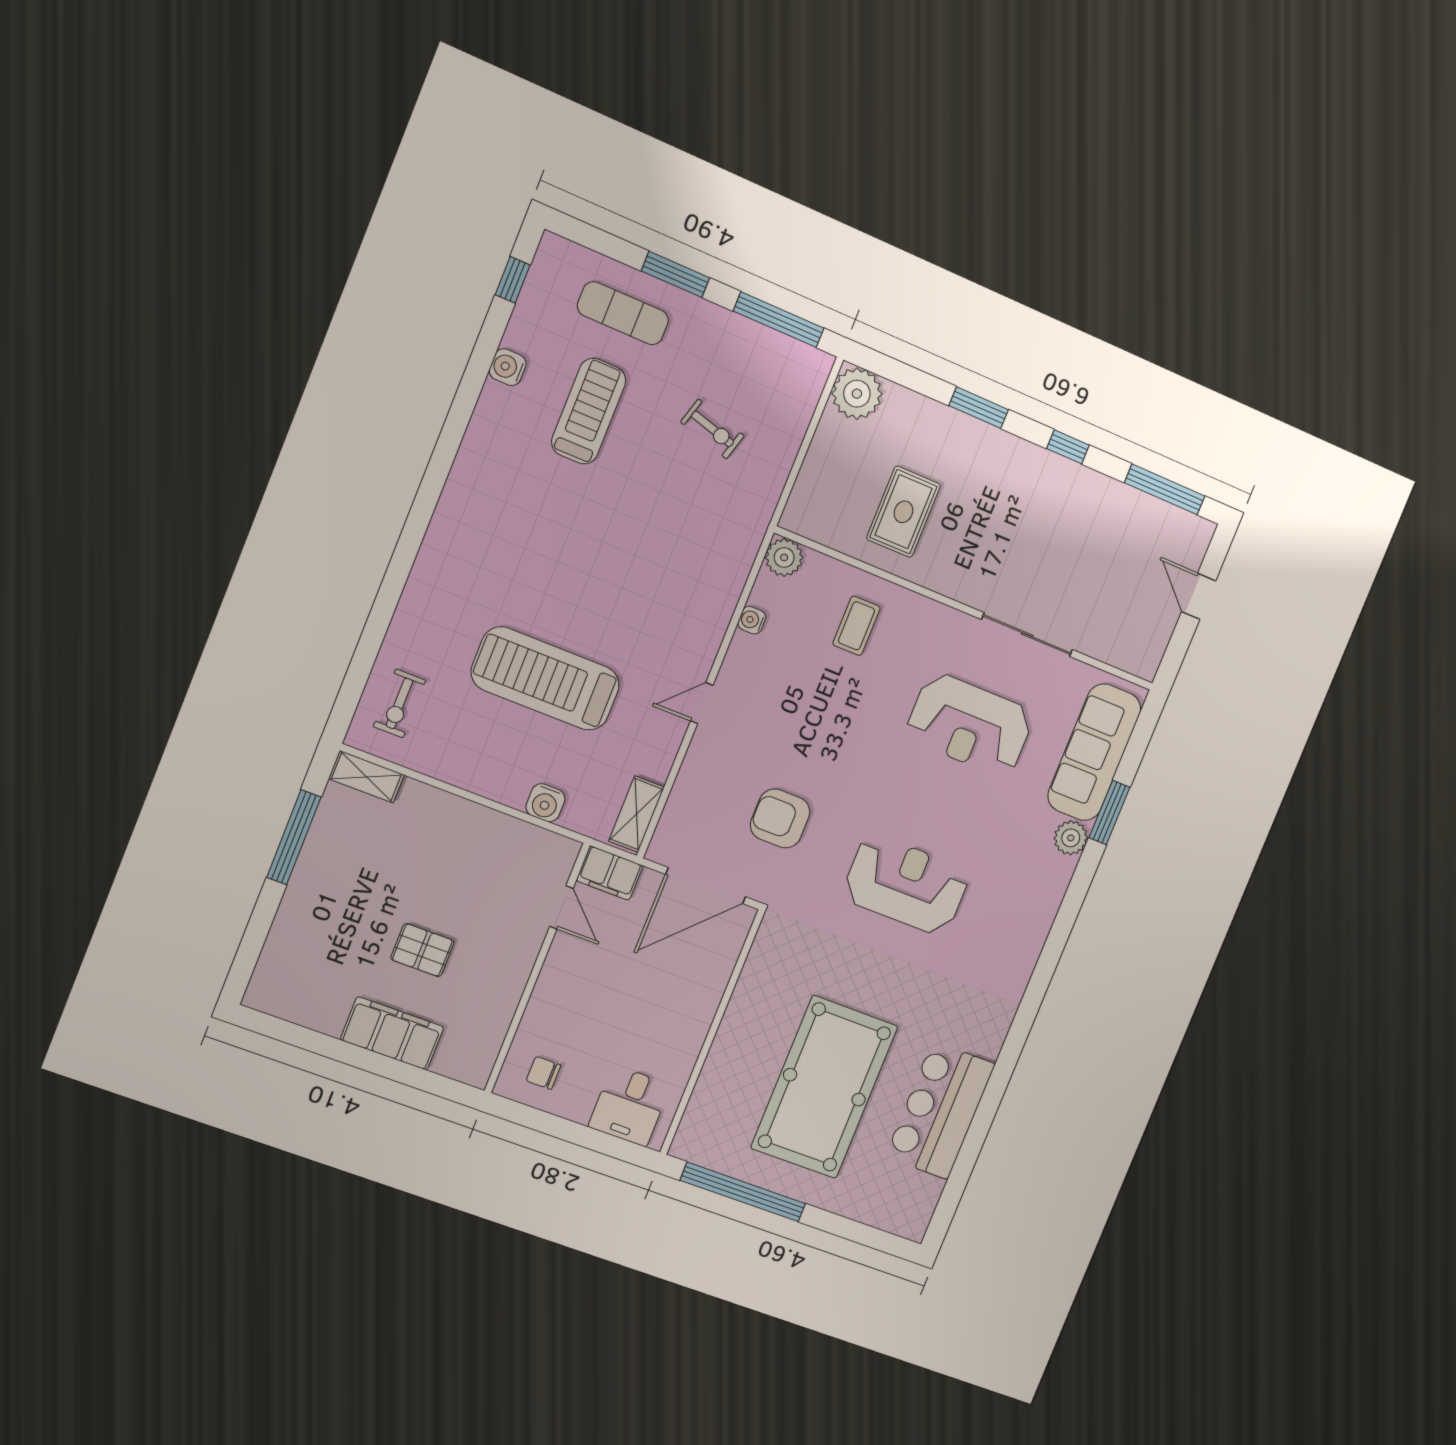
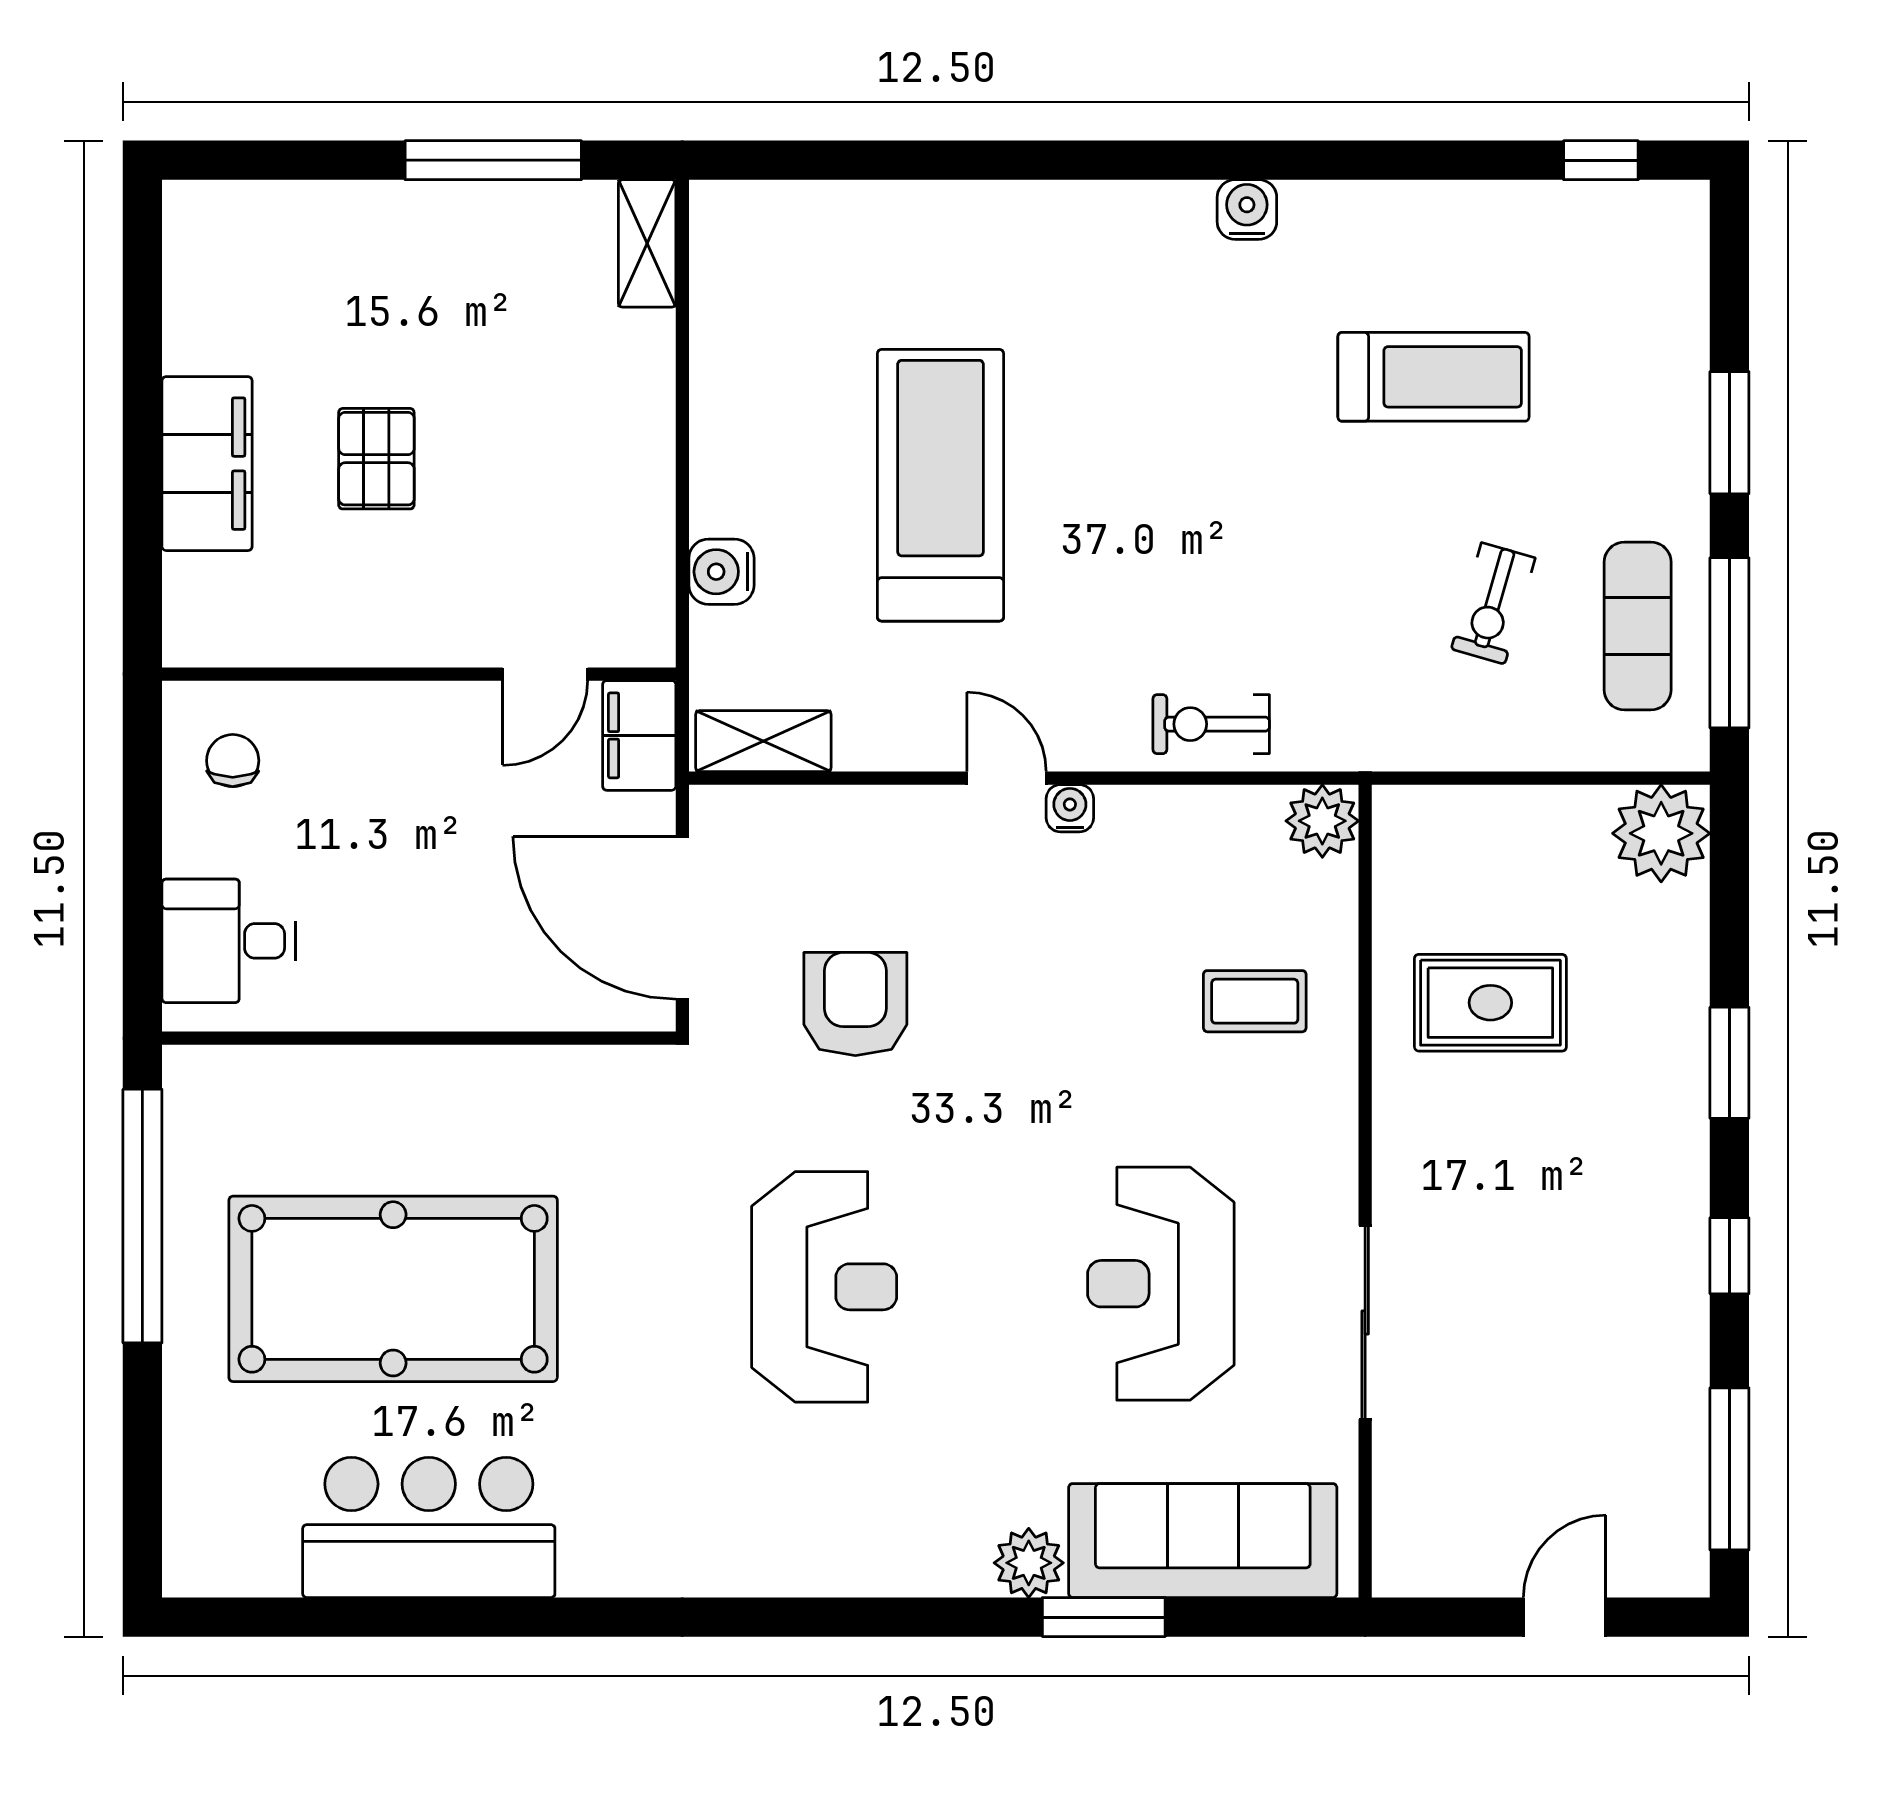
exercise mat: (623, 313) -> (1638, 626), moved
water cooler: (508, 367) -> (1247, 210), moved
water cooler: (752, 620) -> (1070, 808), moved
exercise bike: (399, 703) -> (1211, 724), moved

